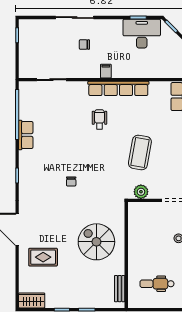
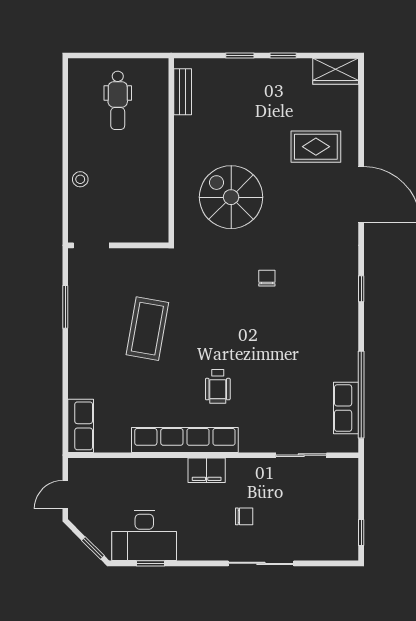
filing cabinet: (106, 71) -> (207, 470), width x2.00
row of seats: (26, 135) -> (346, 408), moved
plant: (141, 192) -> (146, 260), removed
spiral stairs: (96, 242) -> (231, 197), moved, turned 180
dental chair: (157, 284) -> (118, 100), turned 90

